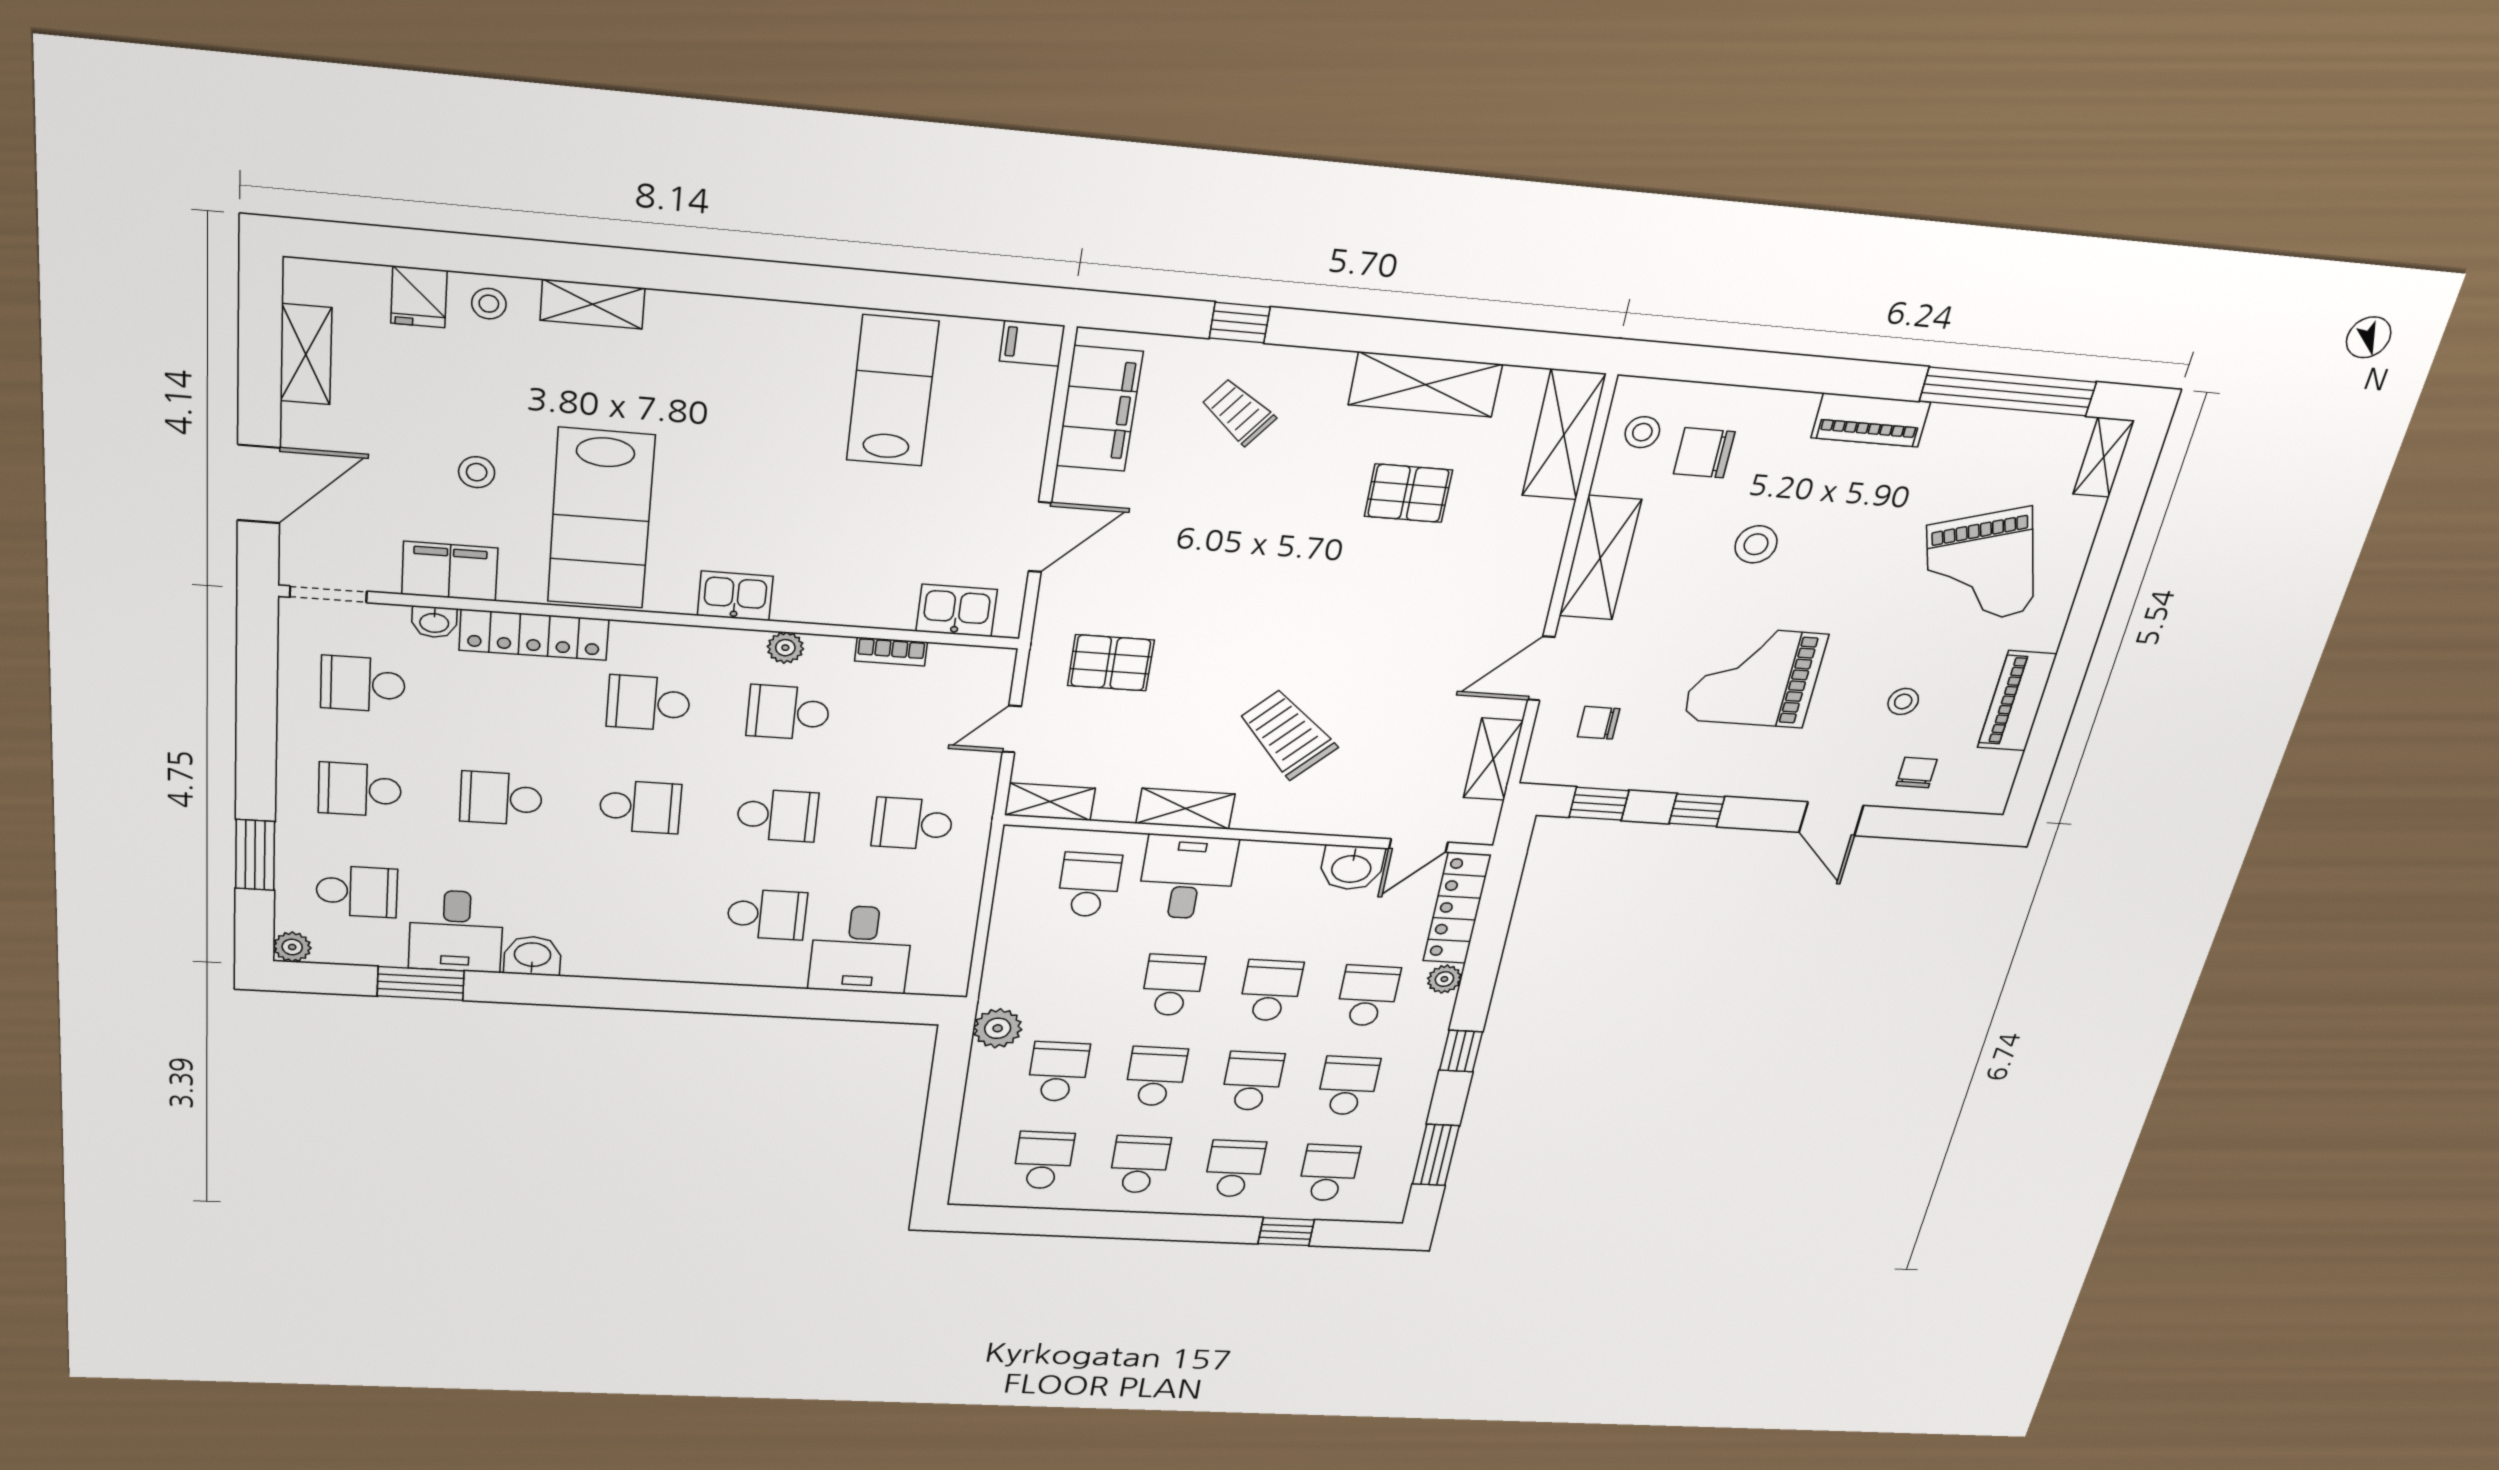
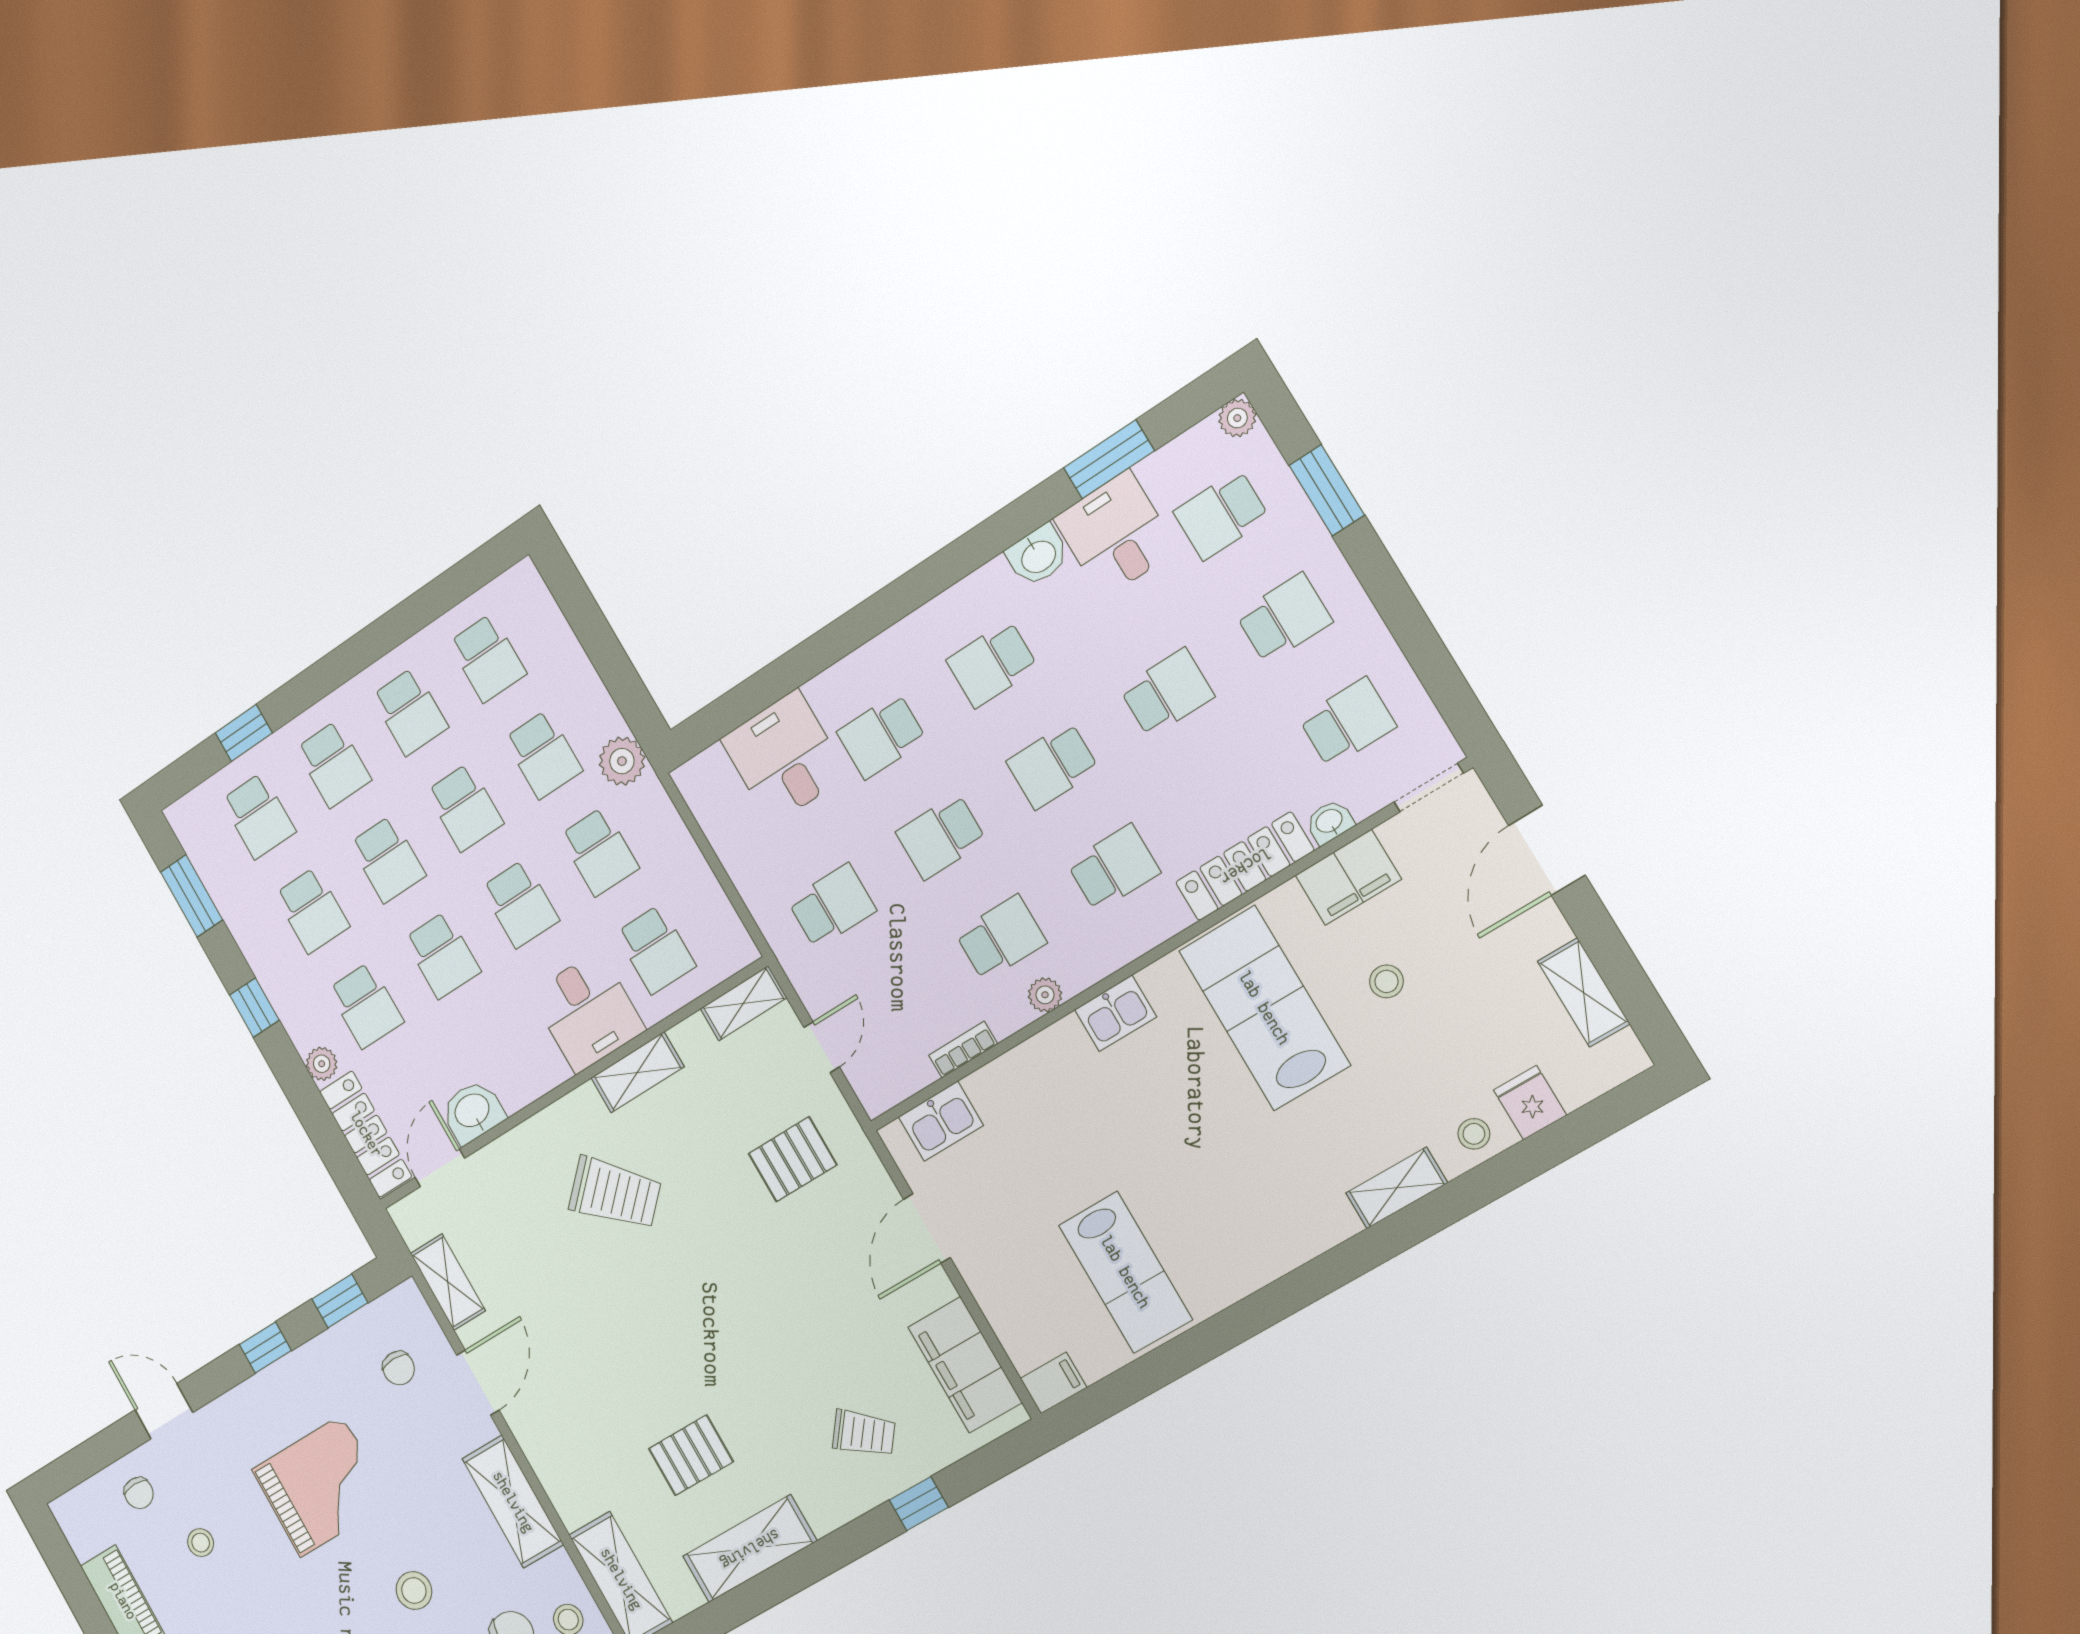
chair: (1599, 723) -> (399, 1368), turned 90
school desk: (632, 907) -> (992, 664), added
school desk: (1073, 980) -> (599, 852), added

